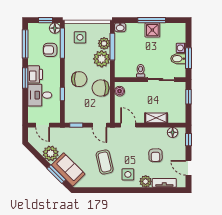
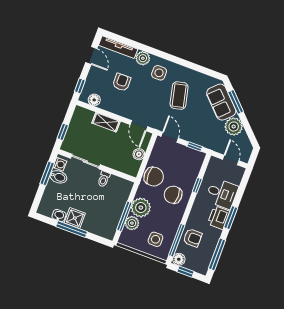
washbasin: (120, 27) -> (59, 215), moved
washing machine: (181, 48) -> (60, 164), moved
boiler: (120, 91) -> (139, 154), moved
tv unit: (164, 183) -> (118, 47), width x1.41

